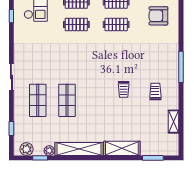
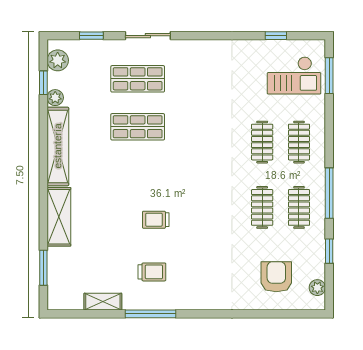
window: (181, 67) -> (151, 314), moved
sliding door: (11, 77) -> (148, 36), moved

